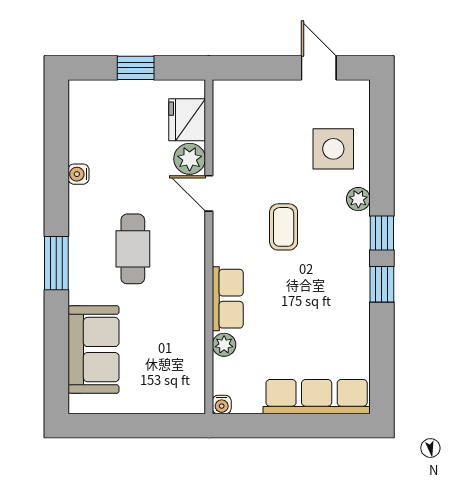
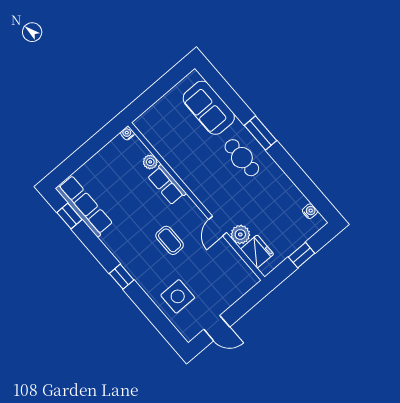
water cooler: (79, 174) -> (310, 211), moved
door: (209, 193) -> (218, 226), swing flipped
plant: (358, 199) -> (146, 283), removed
cafe table: (133, 249) -> (242, 158), moved
window: (382, 284) -> (69, 216), moved
row of seats: (317, 397) -> (84, 206), moved, turned -90

